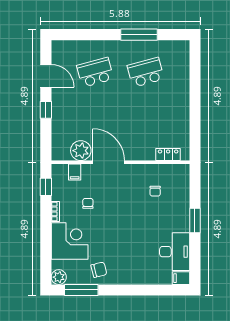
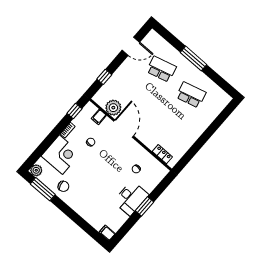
window: (139, 35) -> (193, 58), moved
door: (46, 76) -> (131, 46), hinge flipped
window: (46, 110) -> (104, 77), moved
desk: (175, 252) -> (131, 198), moved

